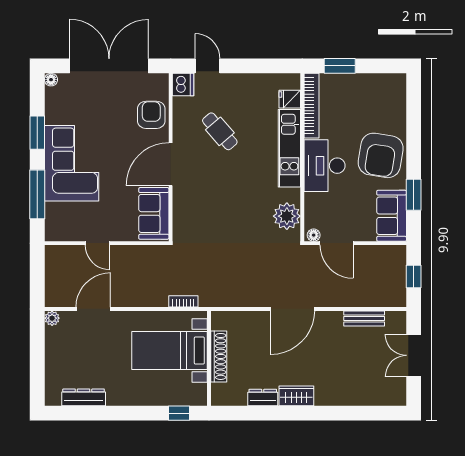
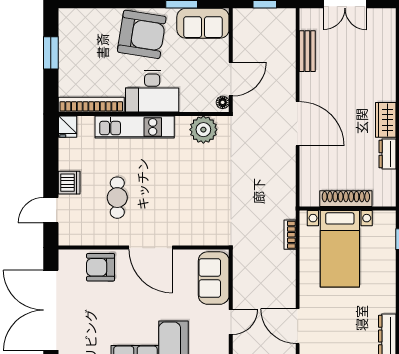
window: (340, 66) -> (51, 53), moved
dishwasher: (183, 85) -> (69, 183), moved, turned 90
fridge: (290, 99) -> (68, 127), moved
cafe table: (220, 131) -> (117, 198), turned -49
sofa: (154, 213) -> (214, 278), moved, turned 90

